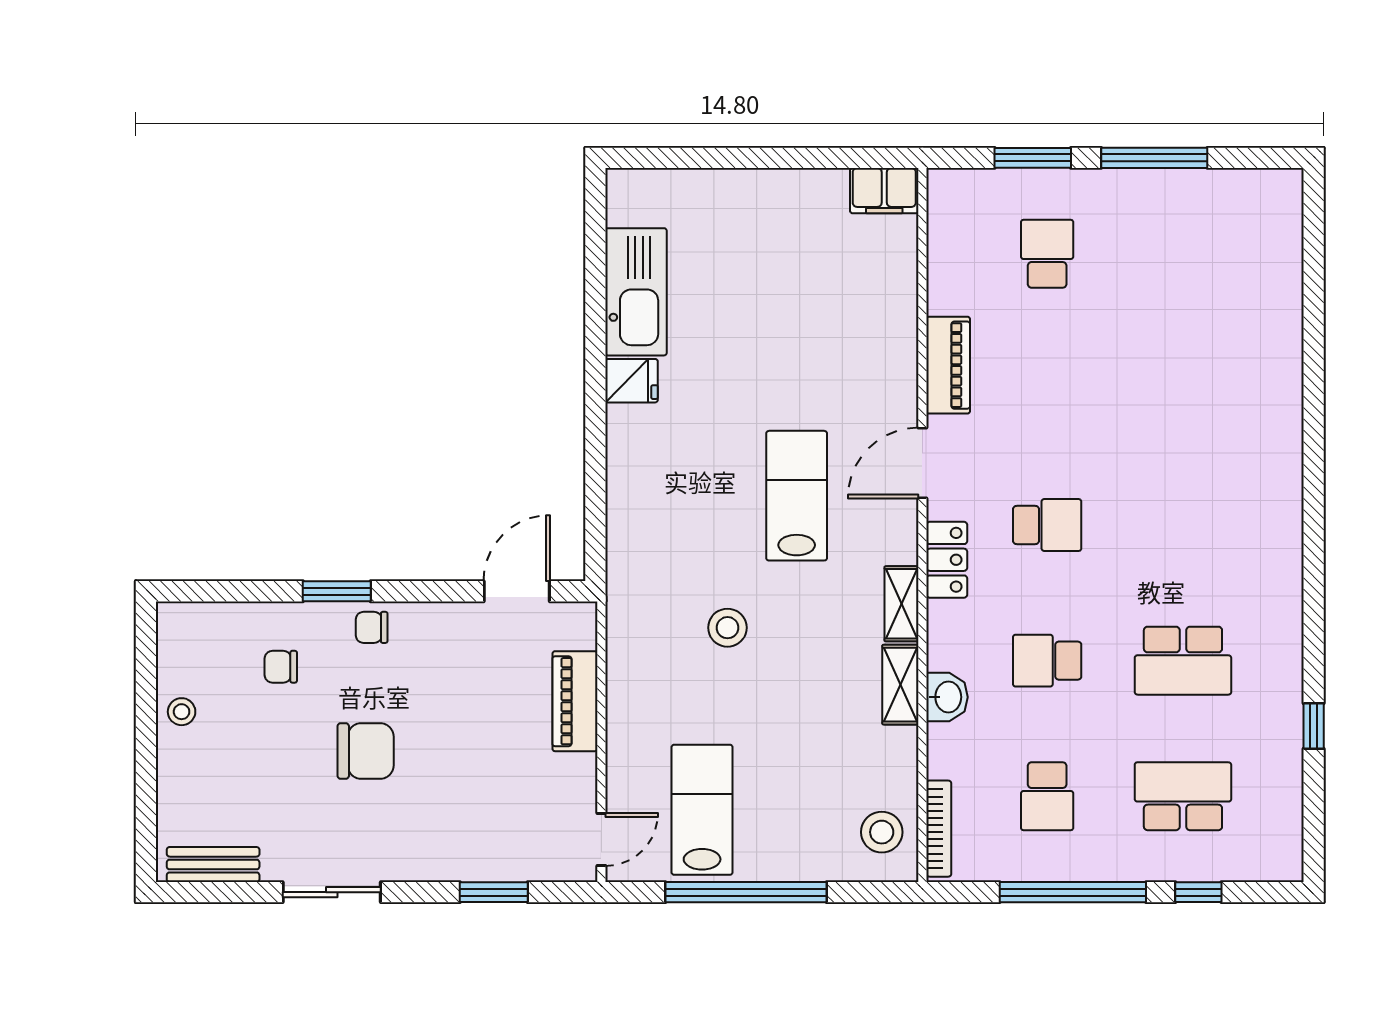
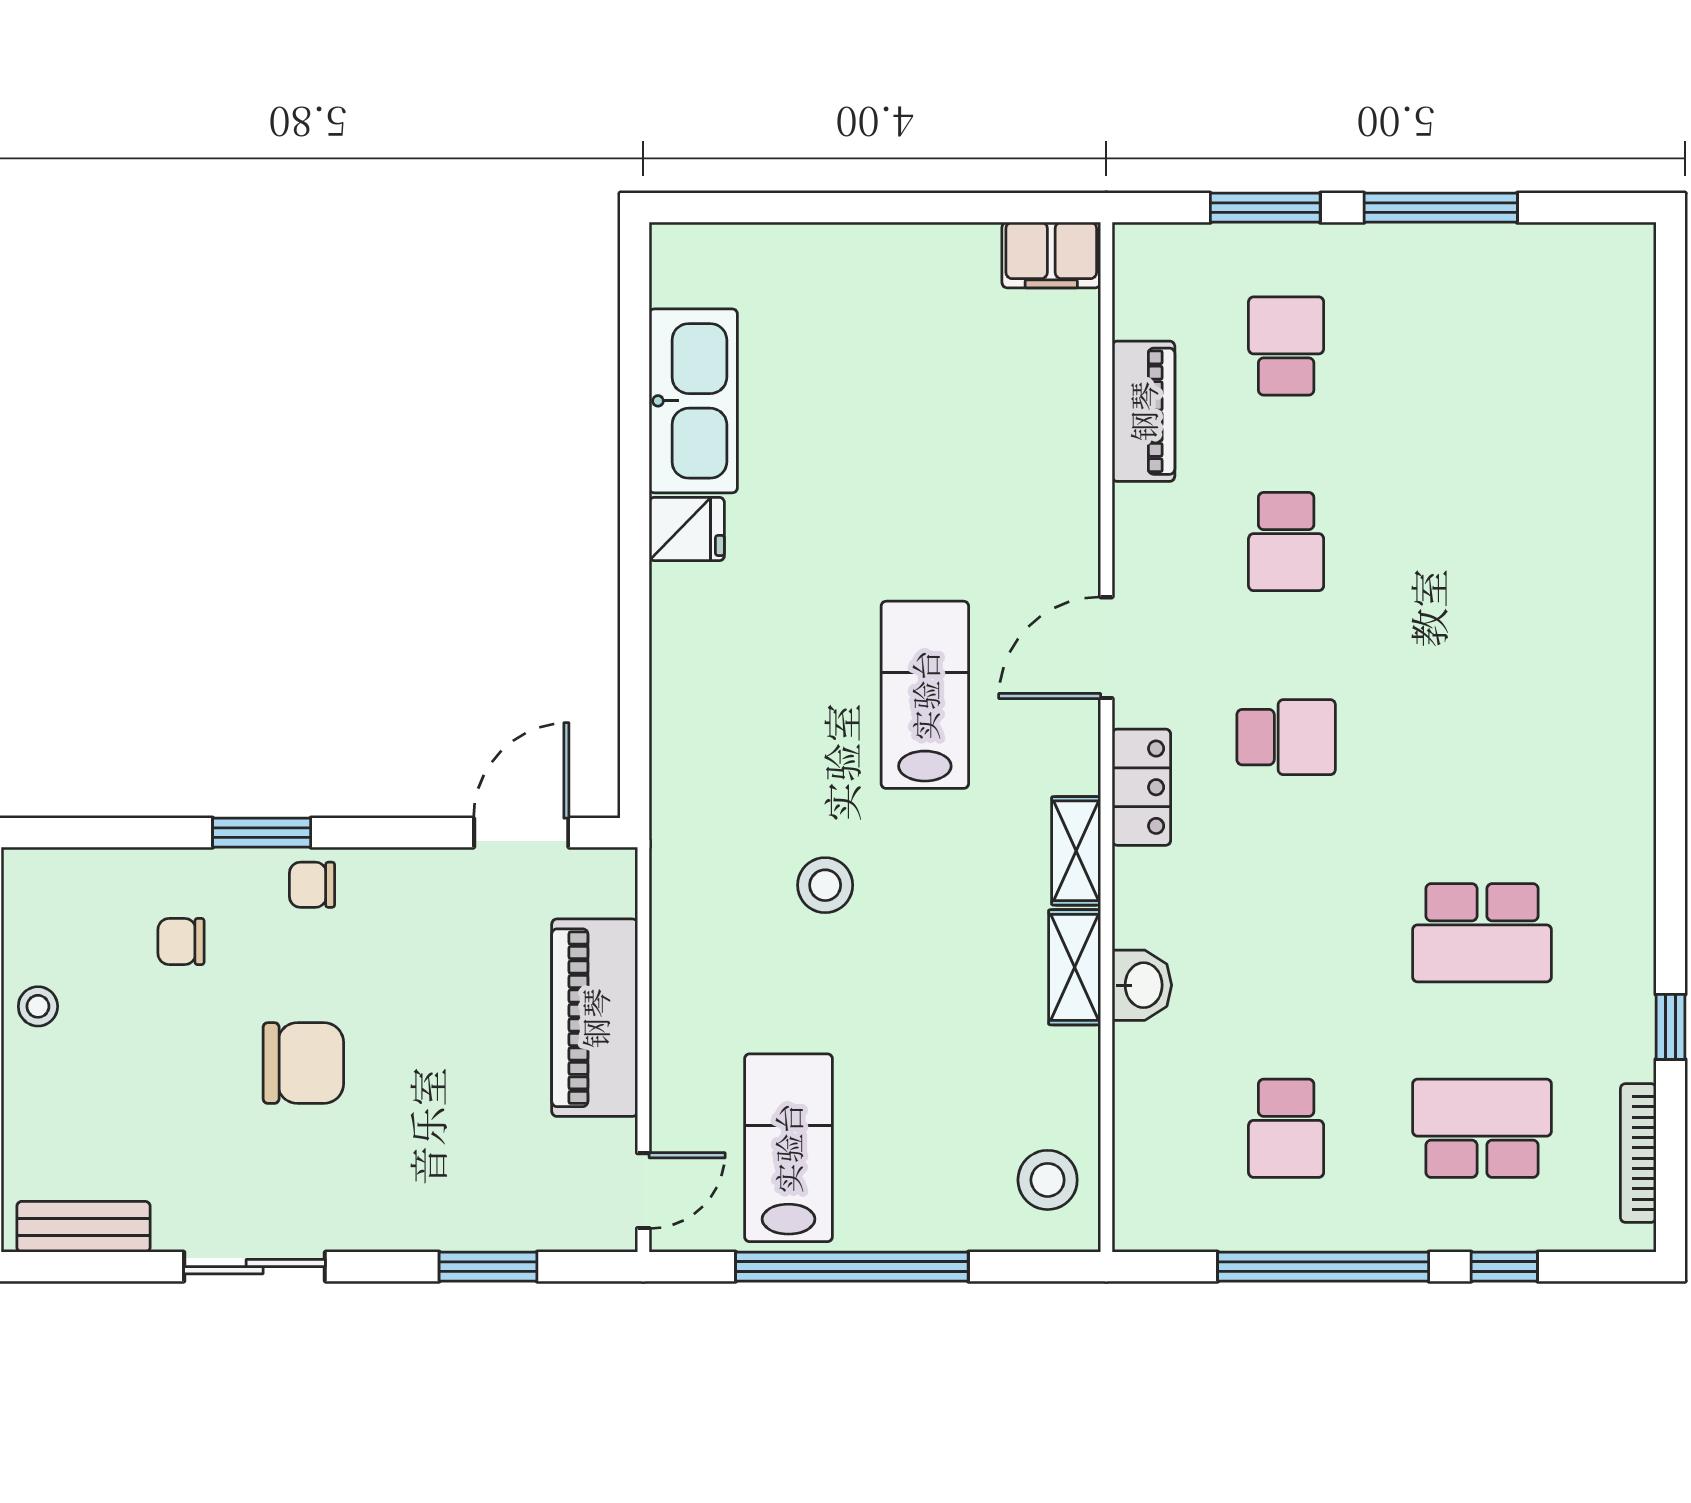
piano: (948, 365) -> (1143, 411), moved
school desk: (1047, 661) -> (1286, 542), moved, turned -90
piano: (575, 701) -> (595, 1018), width x1.37, depth x1.33
bookcase: (939, 829) -> (1638, 1153), moved, turned 180

